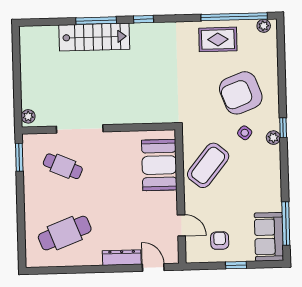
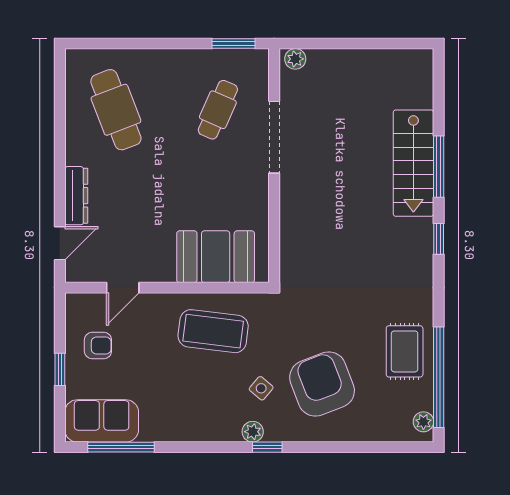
coffee table: (208, 165) -> (213, 331), turned -32

